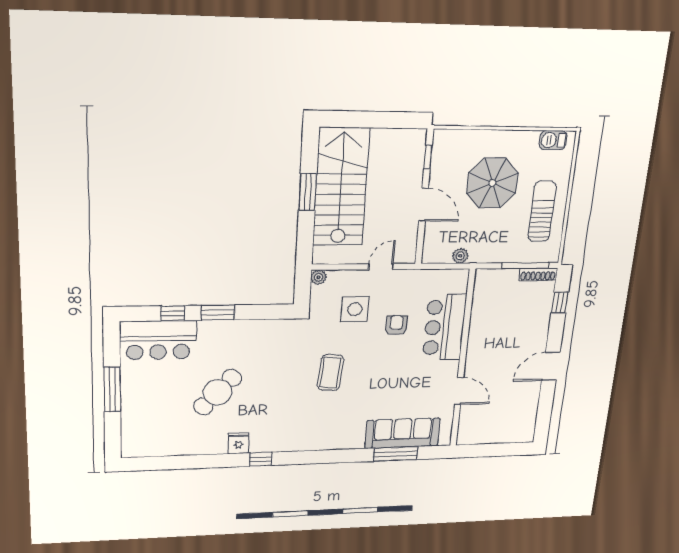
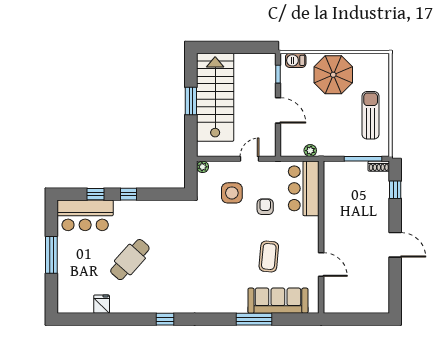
barbecue: (553, 140) -> (296, 60), moved
parasol: (492, 183) -> (333, 75), moved
shoe rack: (538, 274) -> (379, 166), width x0.70
window: (218, 313) -> (129, 194), width x0.67
bar counter: (445, 327) -> (304, 188), moved
door: (551, 366) -> (395, 245), swing flipped
coffee table: (330, 373) -> (269, 256), moved
fridge: (239, 443) -> (102, 304), moved
window: (396, 454) -> (254, 319), moved

